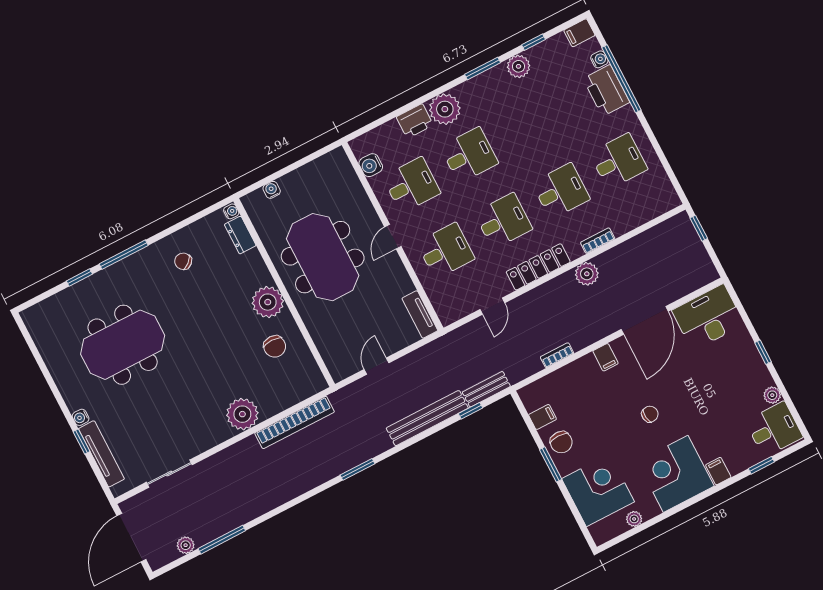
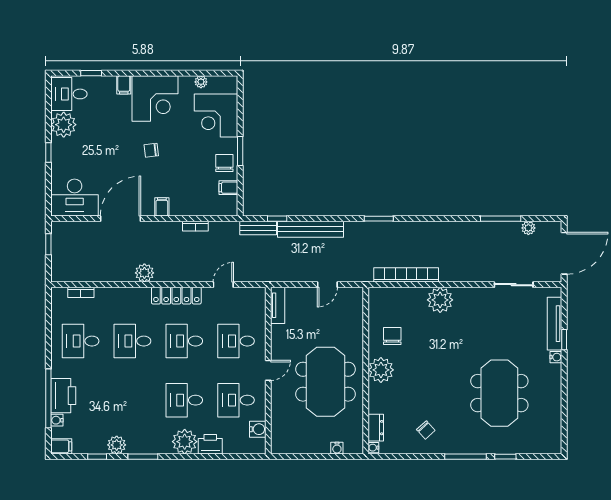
window: (699, 228) -> (48, 244), moved
bookcase: (598, 241) -> (81, 292), moved
meeting table: (123, 345) -> (499, 393), turned 90
plant: (772, 395) -> (64, 125), width x1.87, depth x1.87

